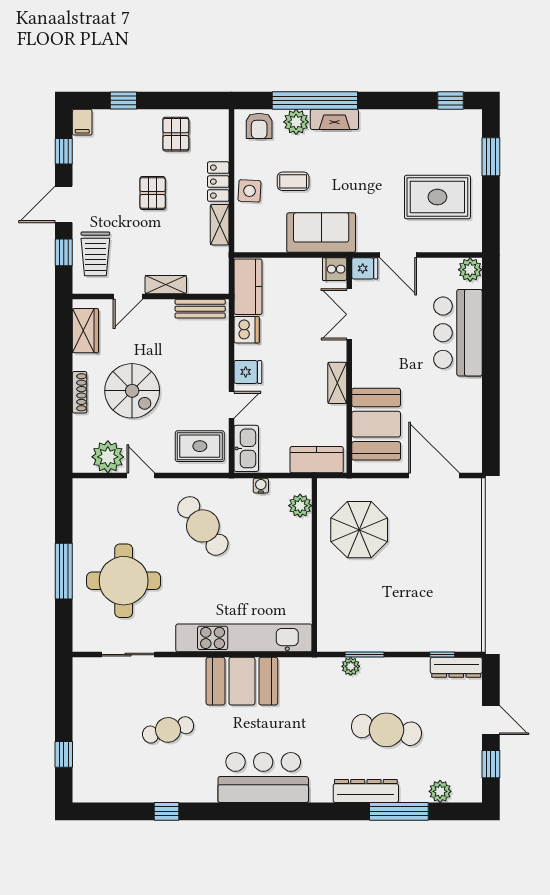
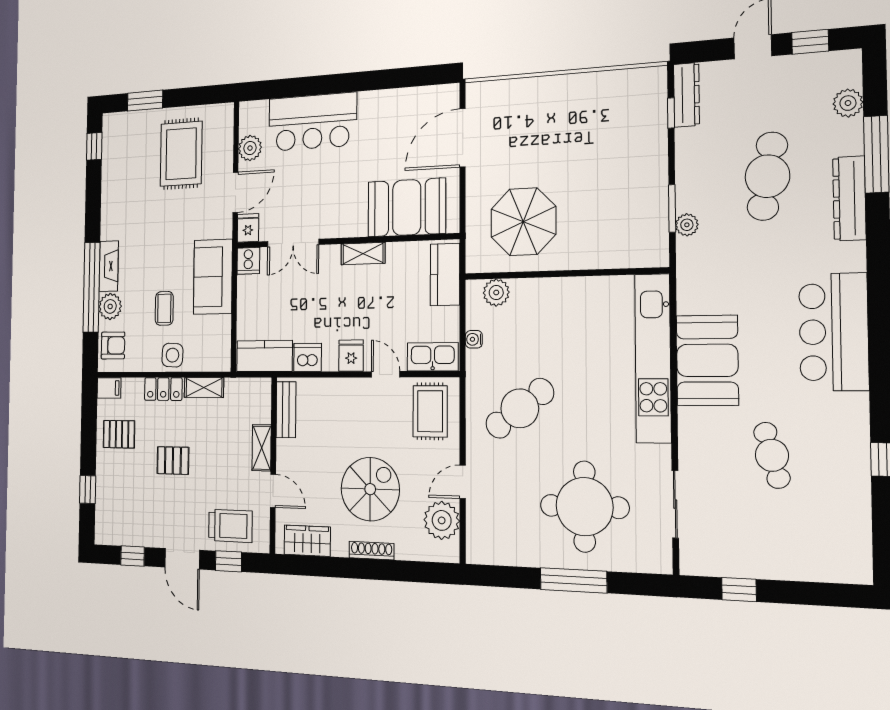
filing cabinet: (82, 122) -> (109, 388), moved
plant: (470, 270) -> (250, 148), moved
window: (64, 754) -> (739, 590), moved

